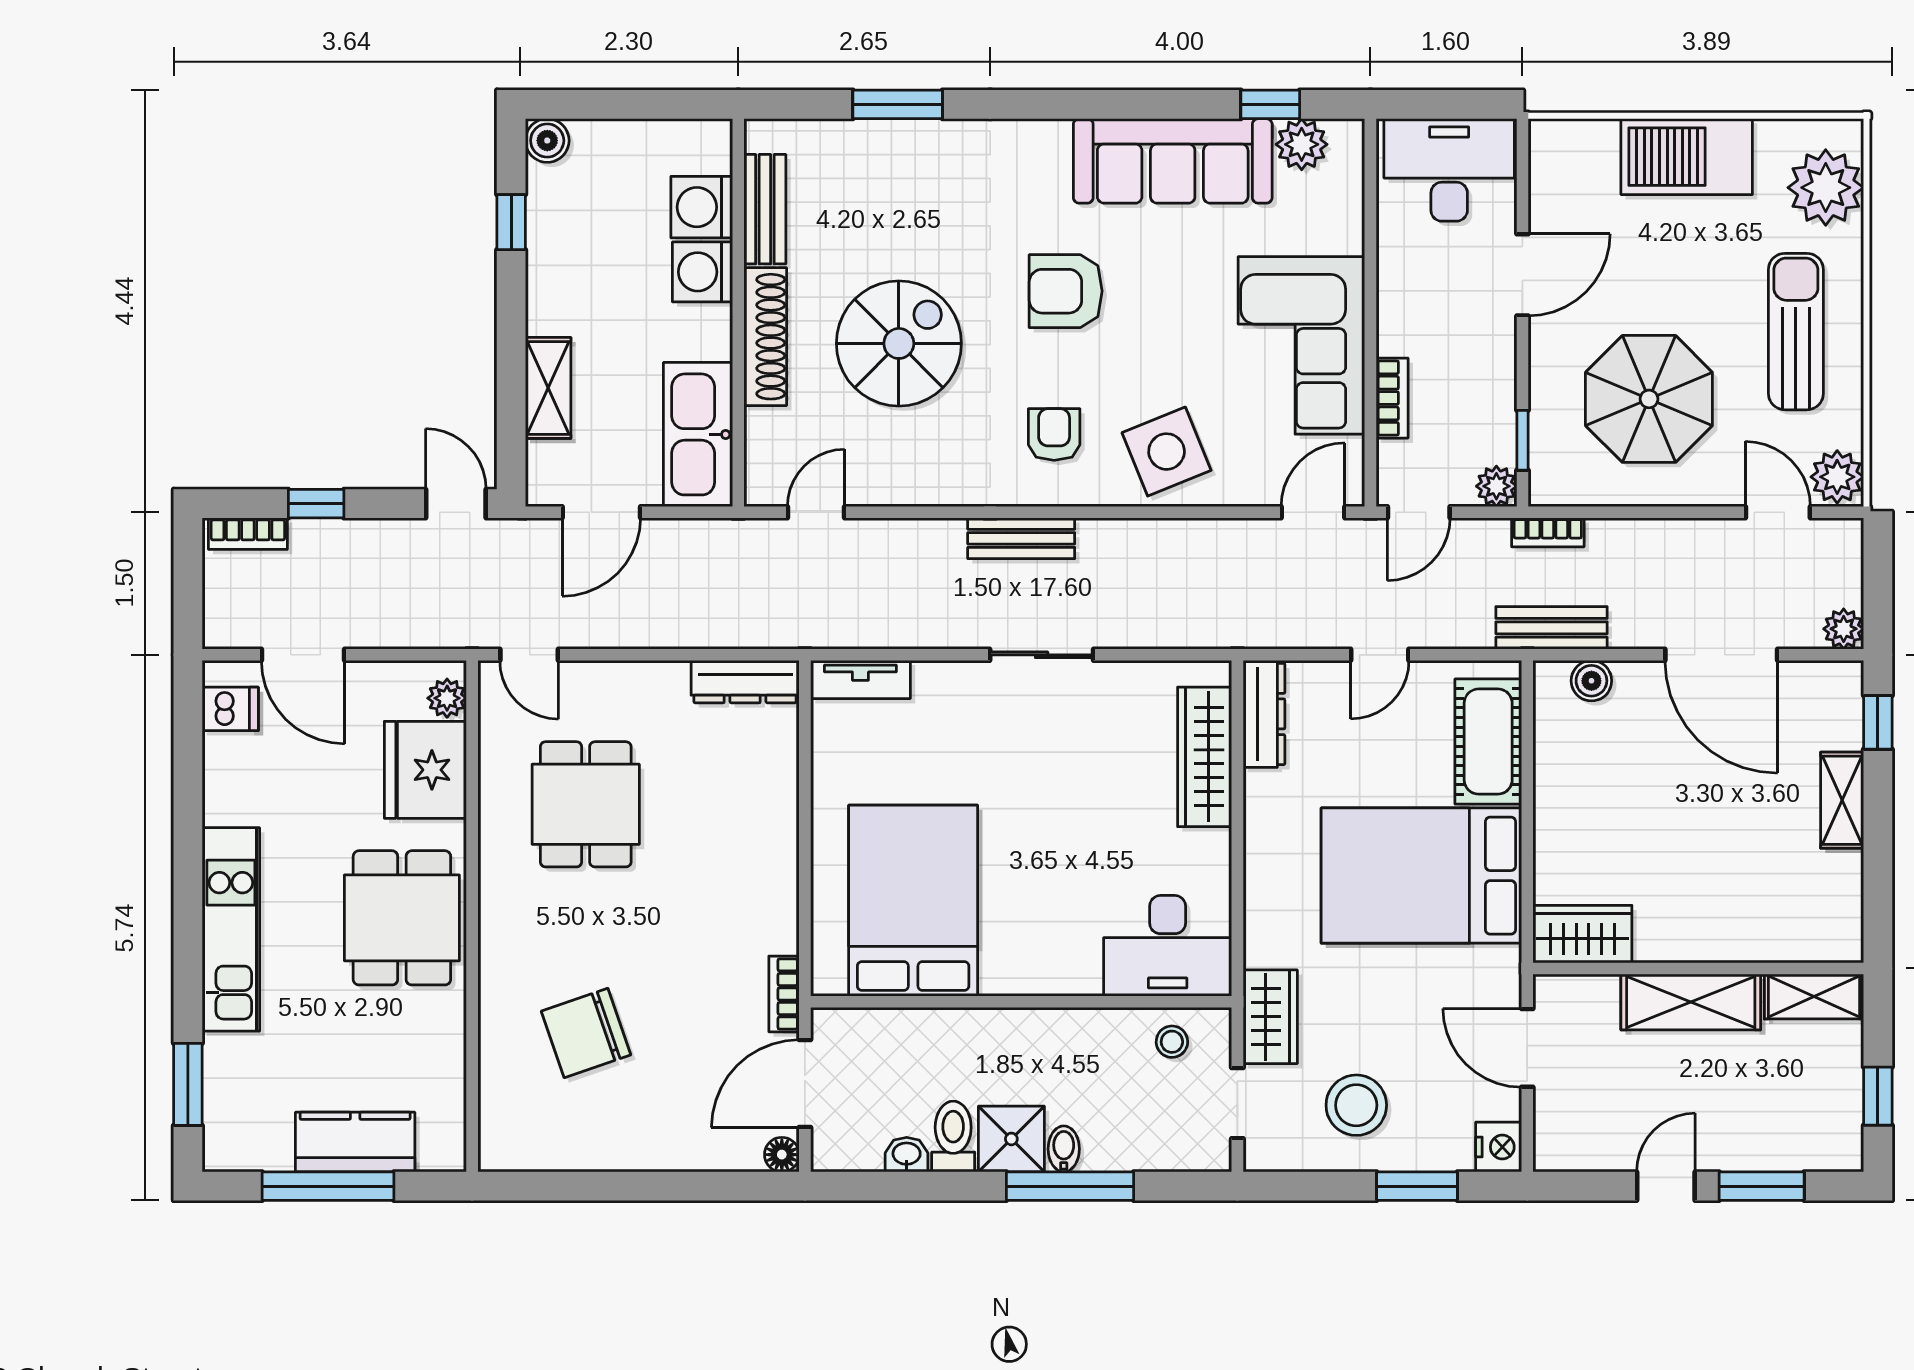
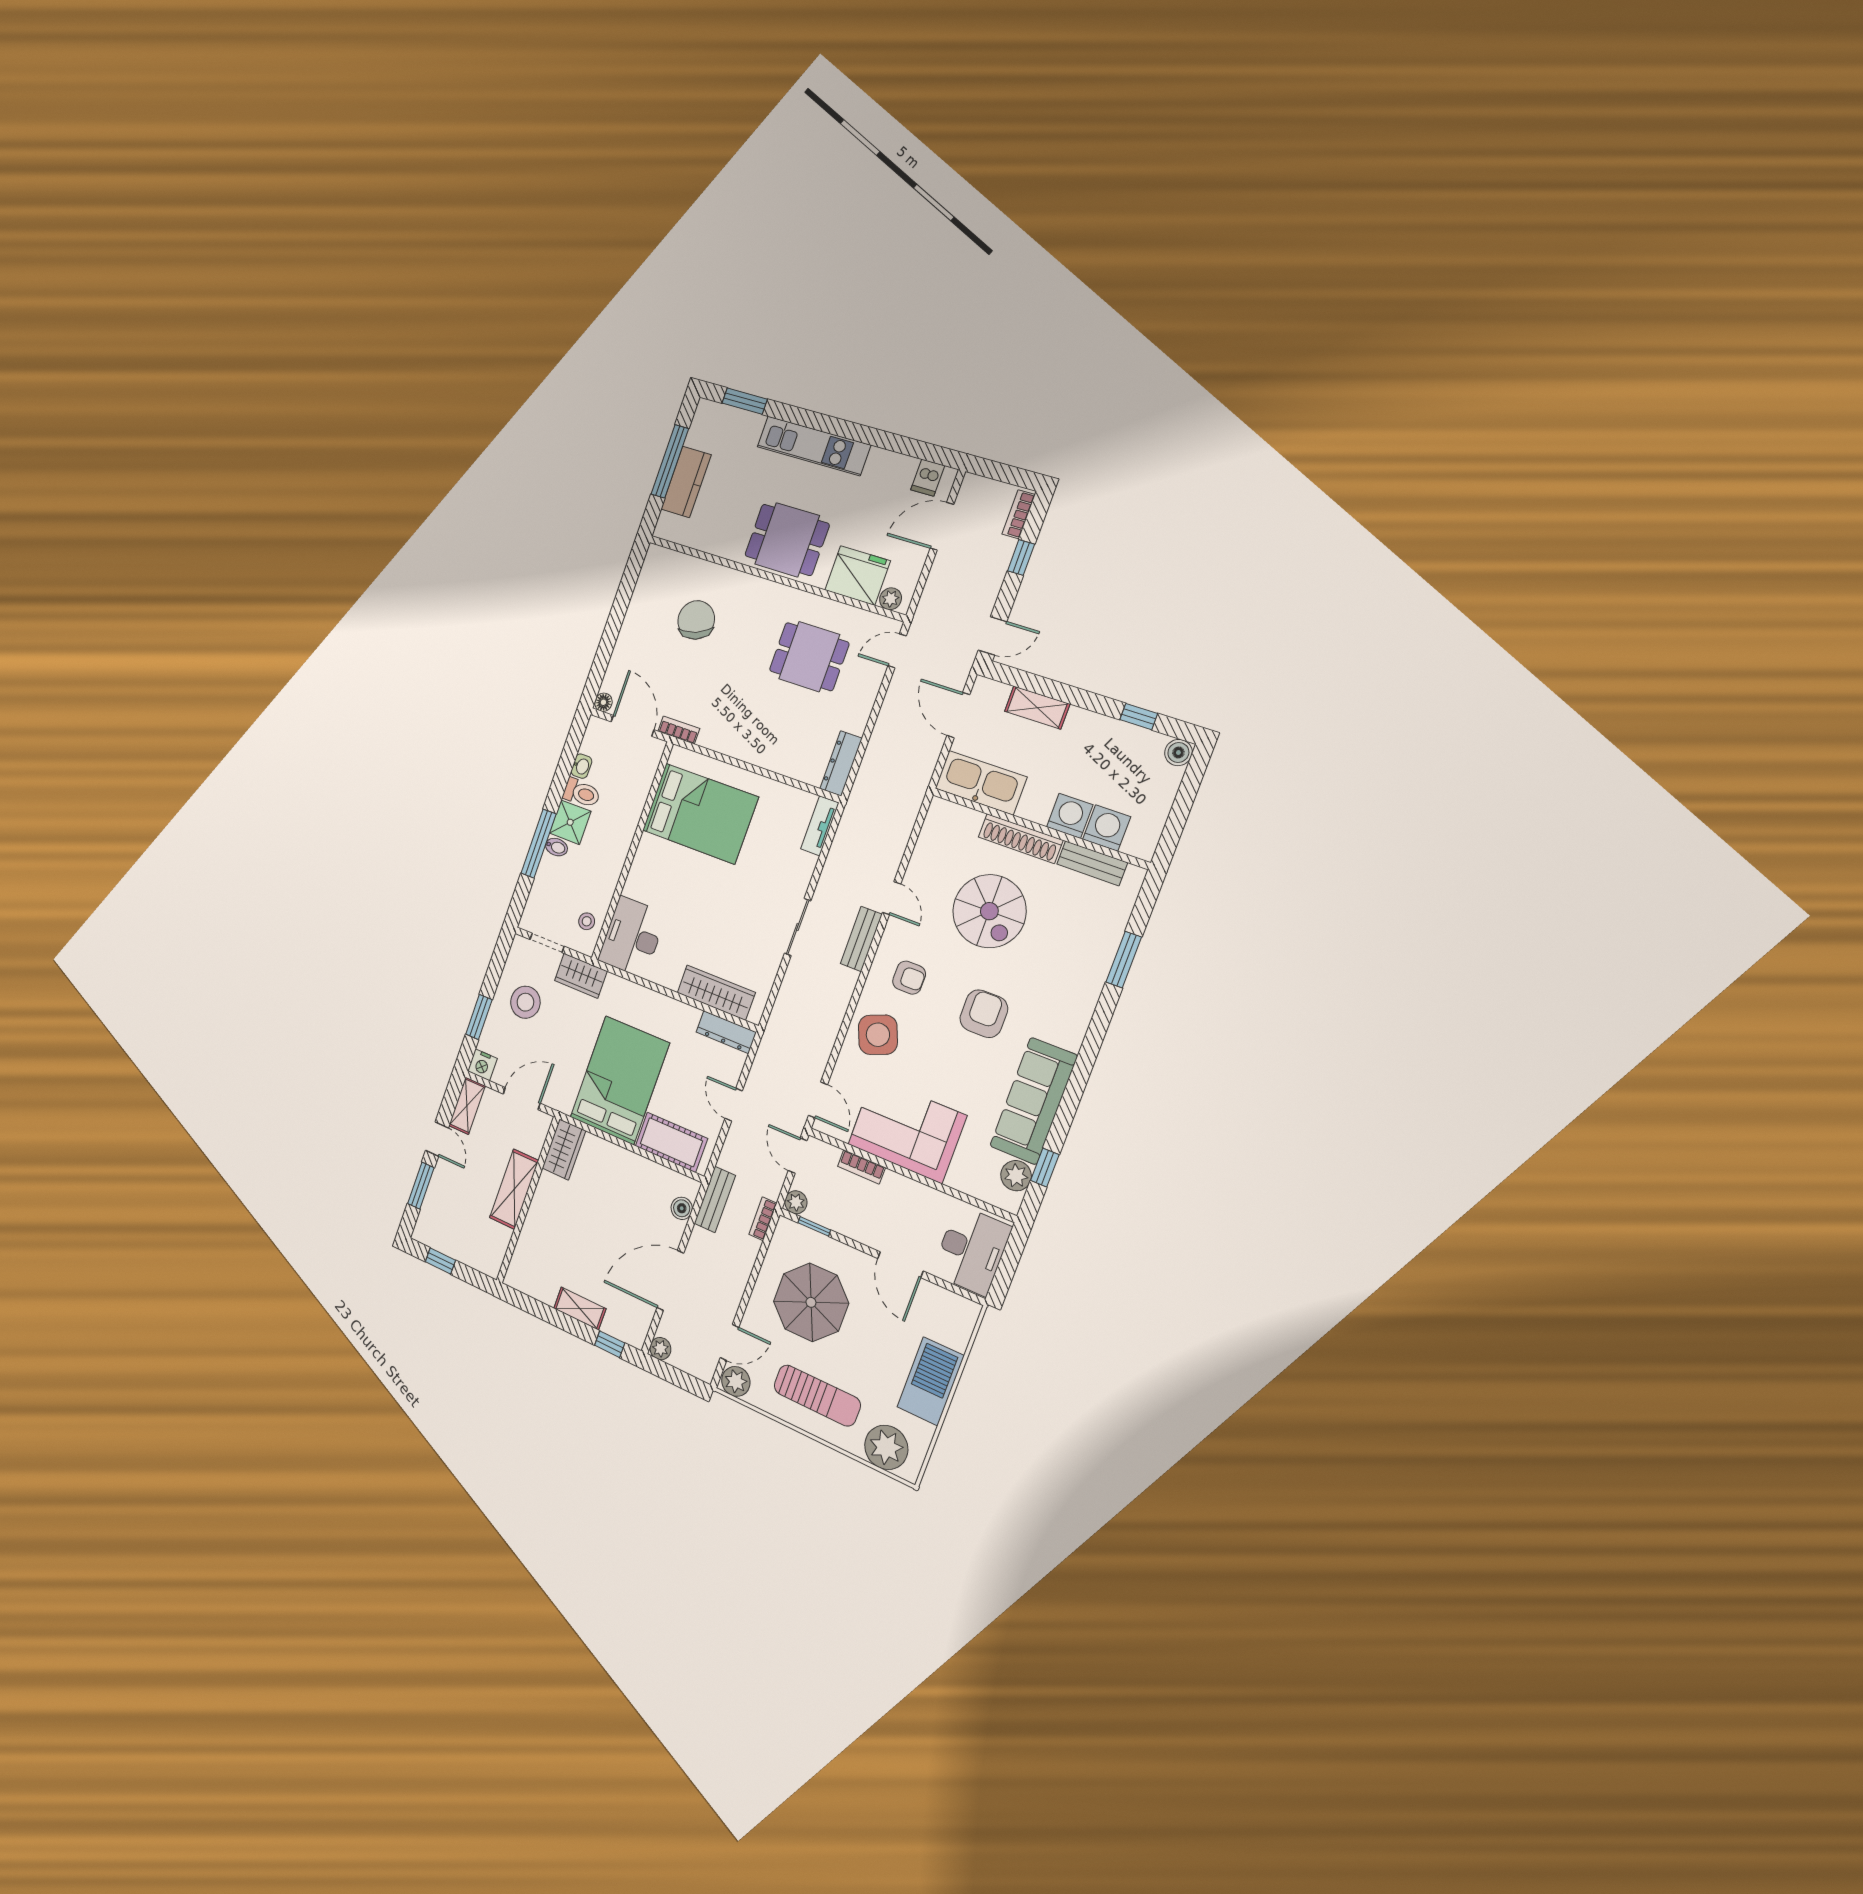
door: (816, 512) -> (892, 898), moved
shelving: (1814, 997) -> (467, 1106), moved

